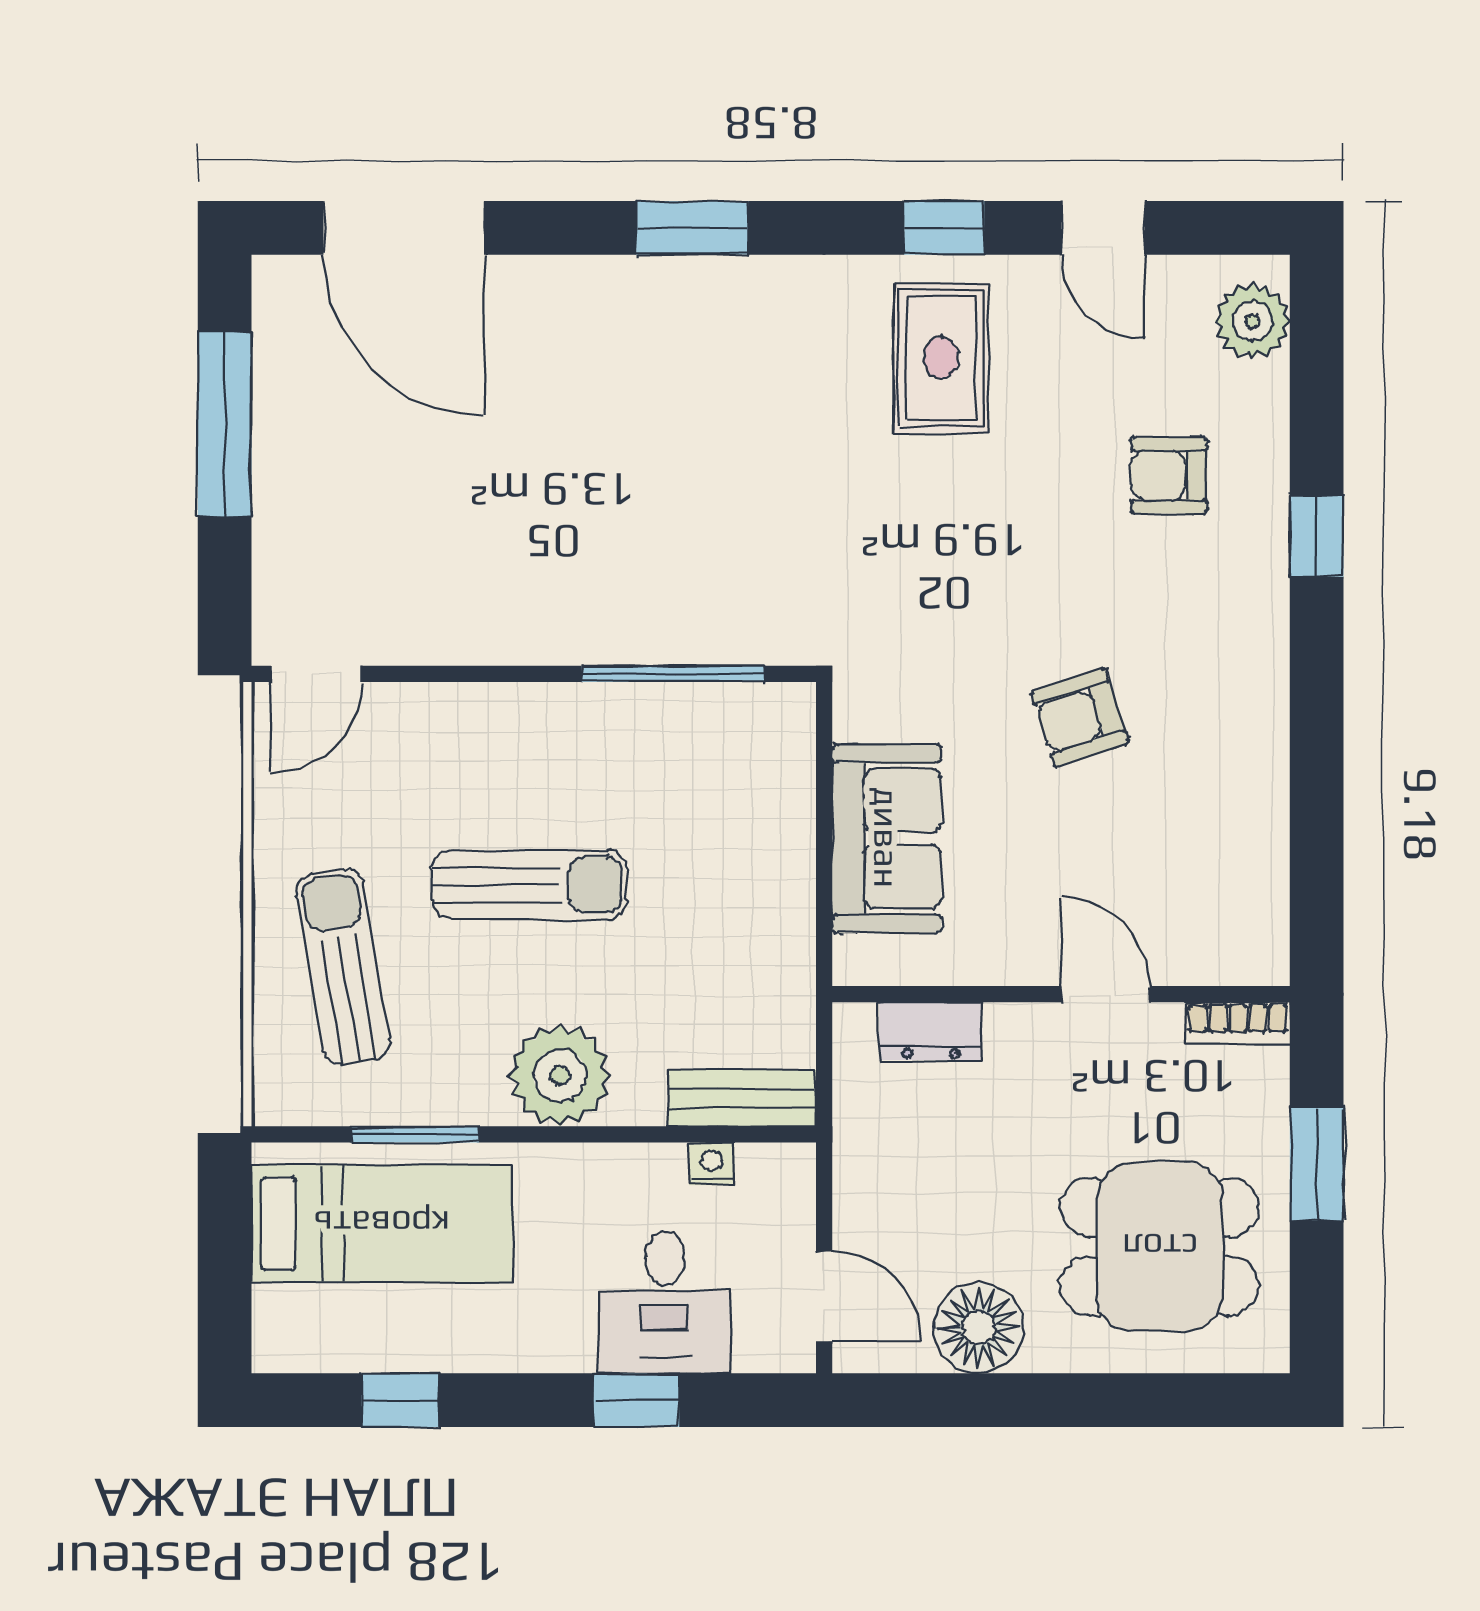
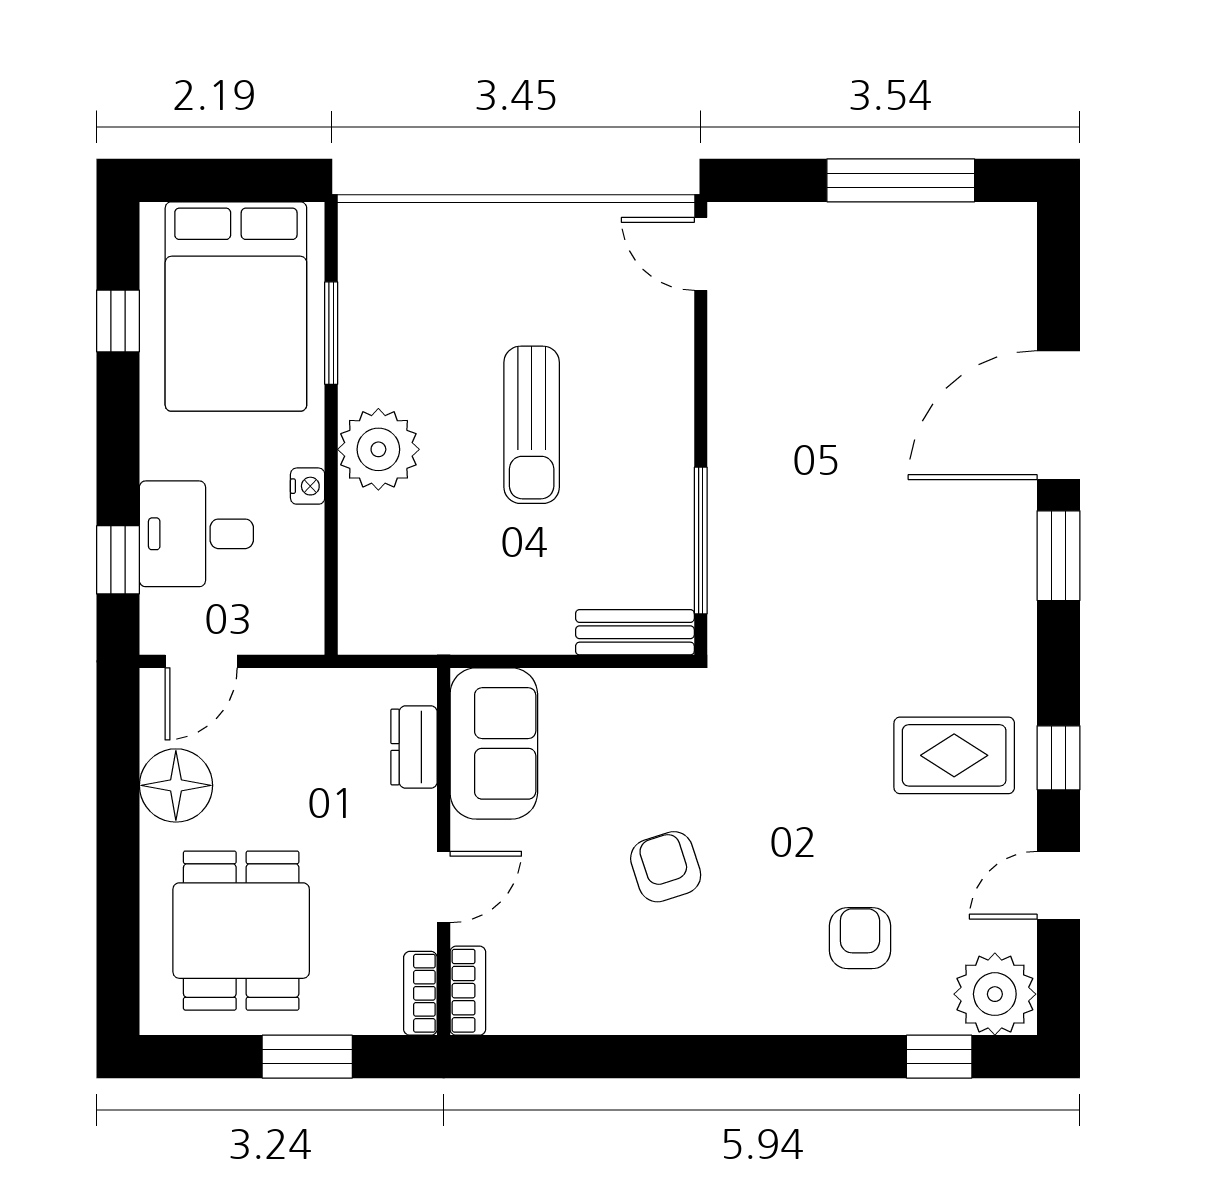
door: (404, 228) -> (1058, 415), moved
plant: (1252, 321) -> (995, 994), width x1.36, depth x1.36
window: (1317, 536) -> (939, 1057), moved
sofa: (887, 838) -> (494, 743), moved, turned -90
bookcase: (1234, 964) -> (468, 991), added
sun lounger: (343, 967) -> (466, 275), removed
bench: (742, 1098) -> (635, 632), moved, turned 90
nightstand: (712, 1164) -> (308, 486), moved
bed: (382, 1224) -> (236, 307), width x1.50
window: (637, 1400) -> (118, 560), moved

